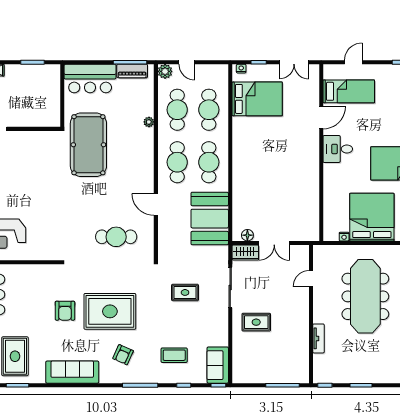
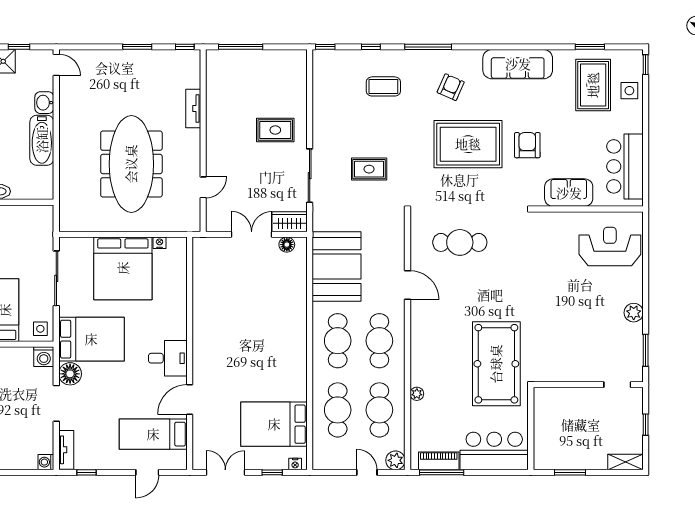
sofa: (218, 365) -> (569, 193), moved, turned -90

